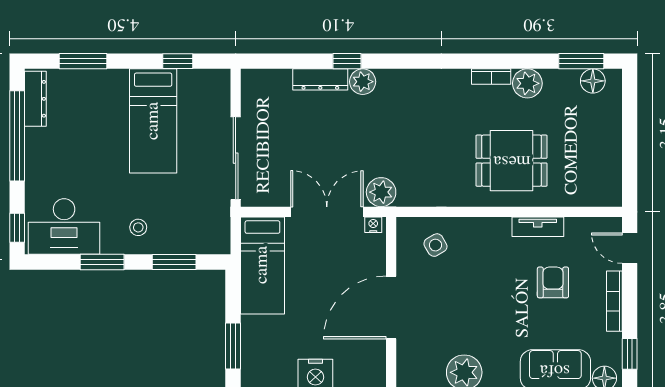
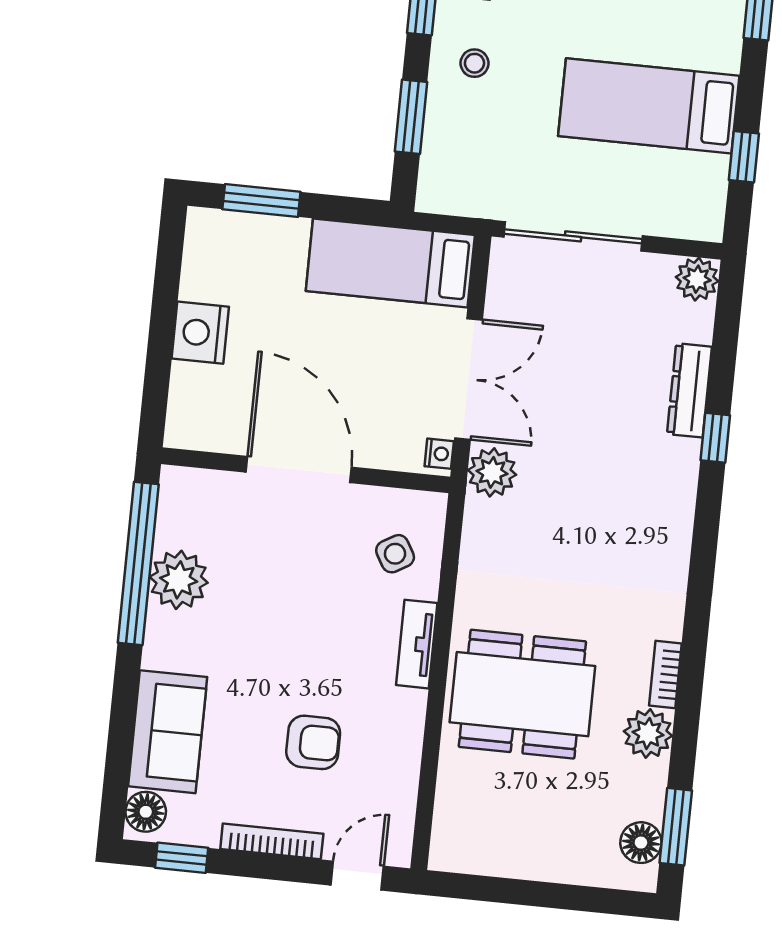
plant: (363, 82) -> (697, 279), moved
dining table: (512, 161) -> (522, 694), width x1.37
tv unit: (538, 227) -> (417, 644), moved

